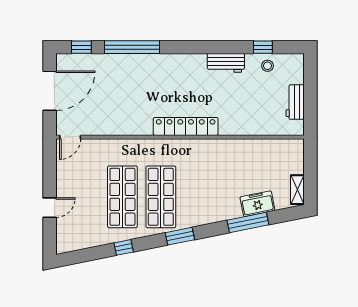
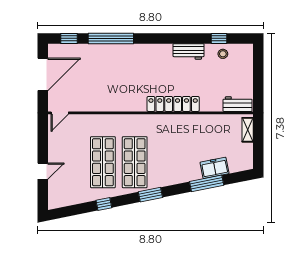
workbench: (295, 102) -> (238, 104), moved, turned 90
locker: (186, 126) -> (173, 104), moved
shelving: (297, 190) -> (248, 130), moved

